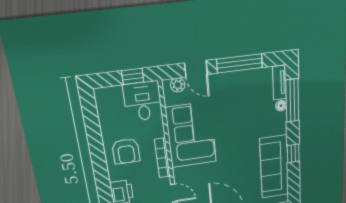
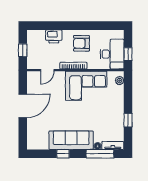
window: (240, 63) -> (128, 120), width x0.46
door: (196, 69) -> (128, 93), removed
desk: (143, 101) -> (112, 54), width x1.37
sofa: (274, 167) -> (71, 140), moved

